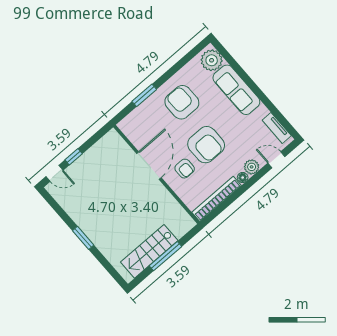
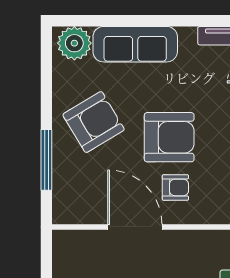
window: (144, 95) -> (46, 160), width x1.44
armchair: (182, 102) -> (94, 122), turned 149

